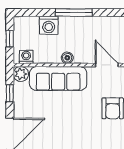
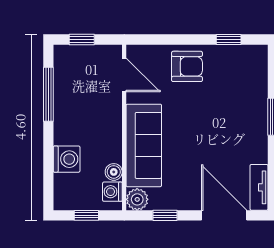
window: (74, 13) -> (48, 94), moved
boiler: (67, 58) -> (114, 172), moved
door: (107, 65) -> (124, 75), swing flipped

